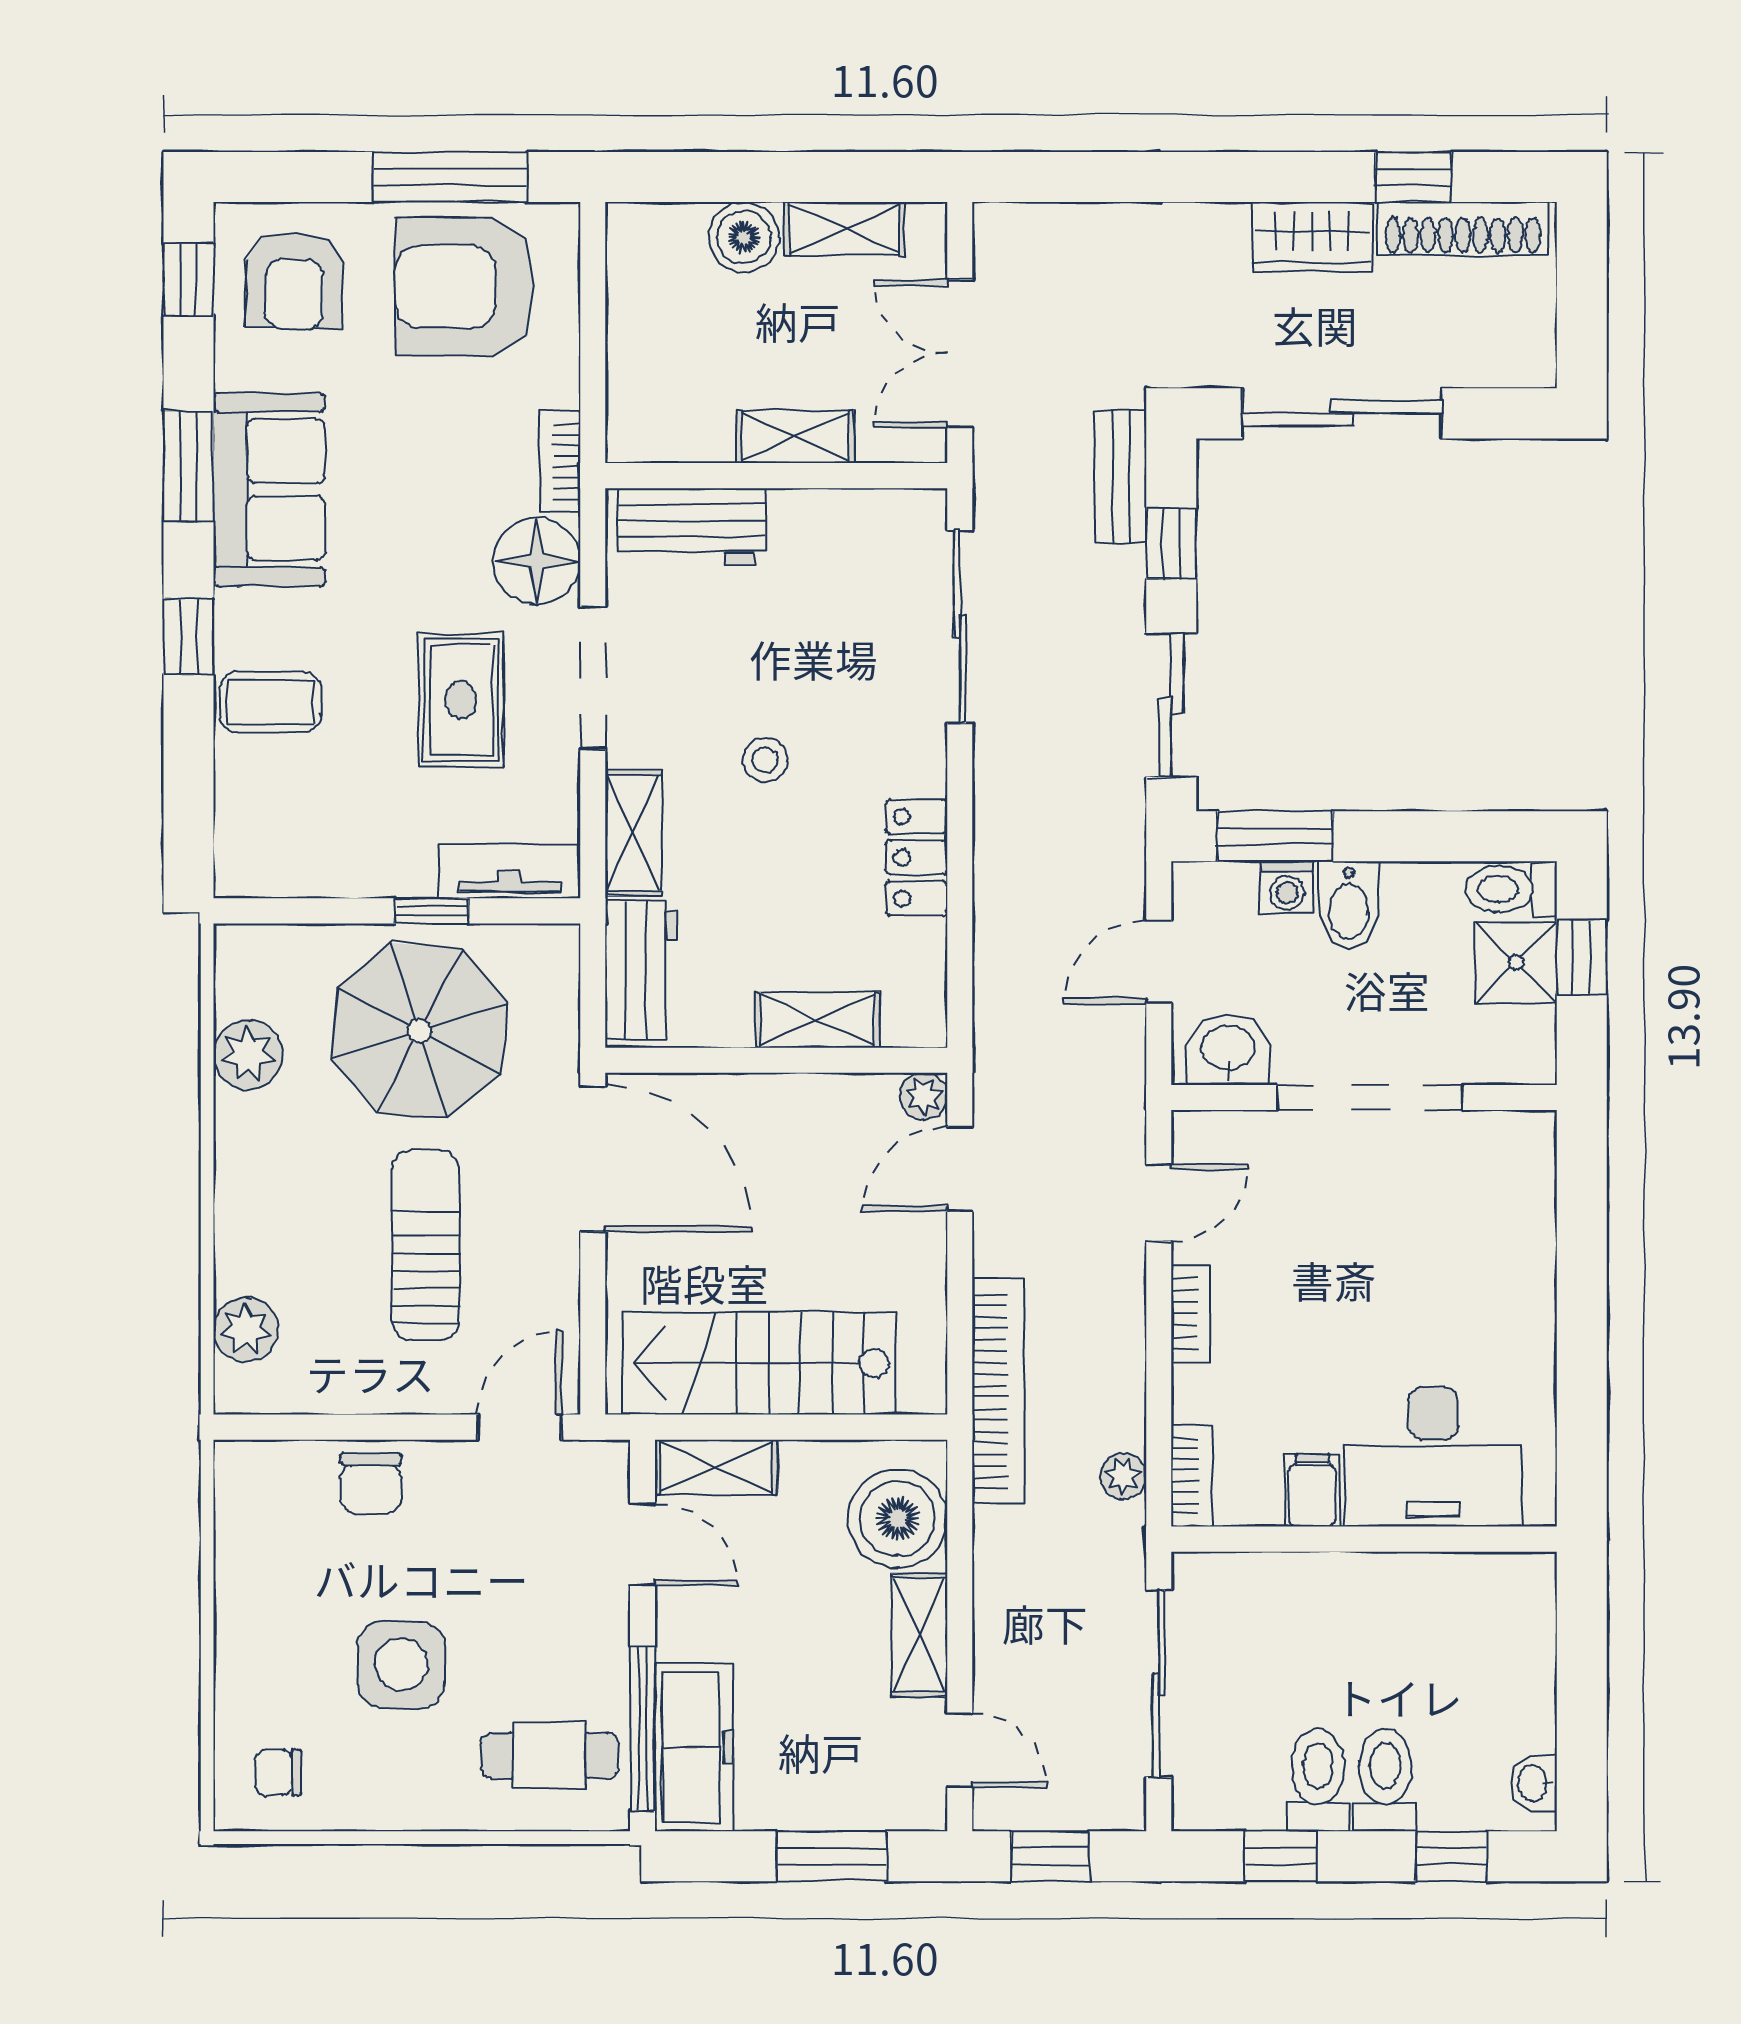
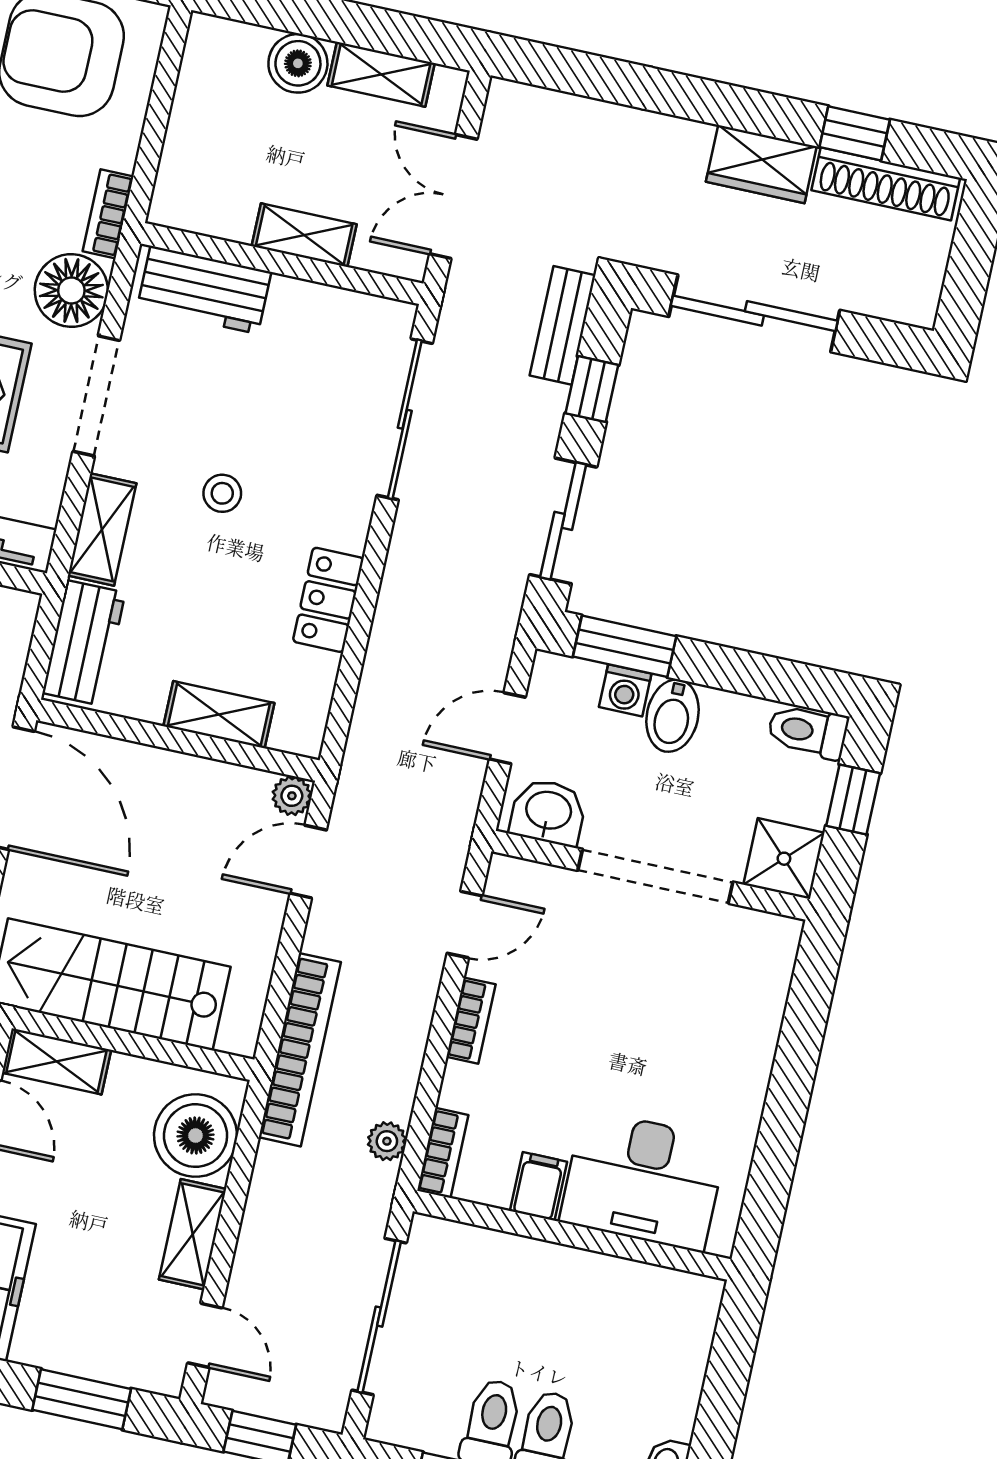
shower: (1516, 963) -> (784, 859), moved

